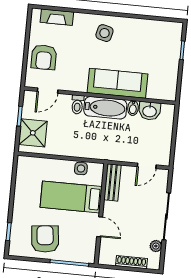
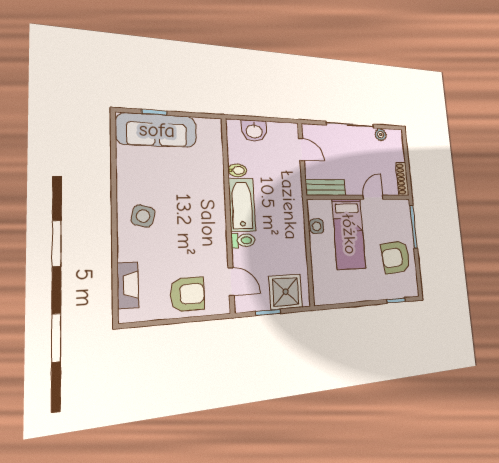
sofa: (117, 83) -> (157, 130), moved, turned -90
washbasin: (150, 111) -> (254, 131), moved, turned 90
shoe rack: (131, 262) -> (402, 179), moved

